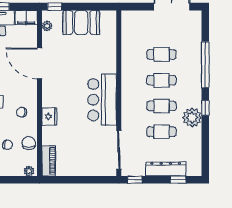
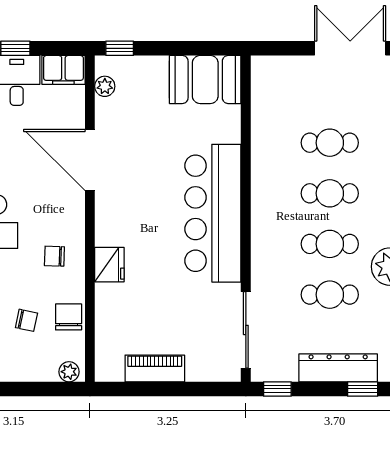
booth: (81, 22) -> (205, 79), moved
bar counter: (102, 100) -> (213, 213), width x1.36
piano: (49, 161) -> (155, 368), moved, turned -90

